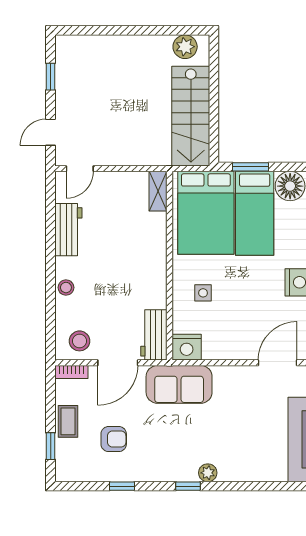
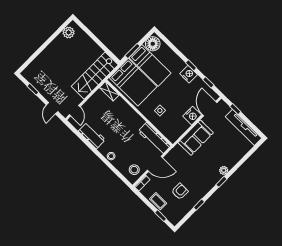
stairs: (191, 116) -> (95, 76), moved, turned 90
workbench: (154, 335) -> (154, 139), width x1.38
nightstand: (187, 347) -> (192, 116), moved
door: (118, 363) -> (155, 164), hinge flipped
sofa: (179, 384) -> (196, 138), moved

